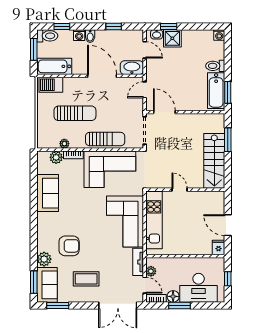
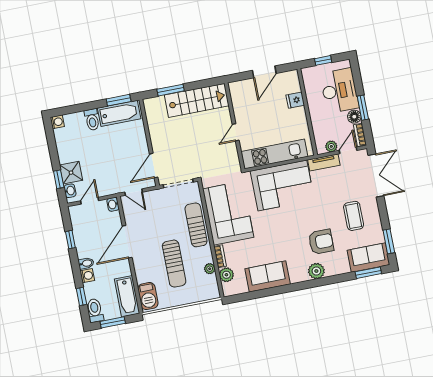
washbasin: (132, 68) -> (113, 204), width x0.52, depth x0.69
sun lounger: (75, 113) -> (174, 264), turned 180
armchair: (69, 246) -> (321, 242), turned 90
fridge: (219, 247) -> (295, 100), moved
plant: (44, 259) -> (316, 271), moved

